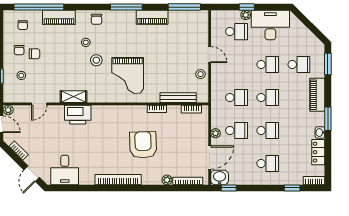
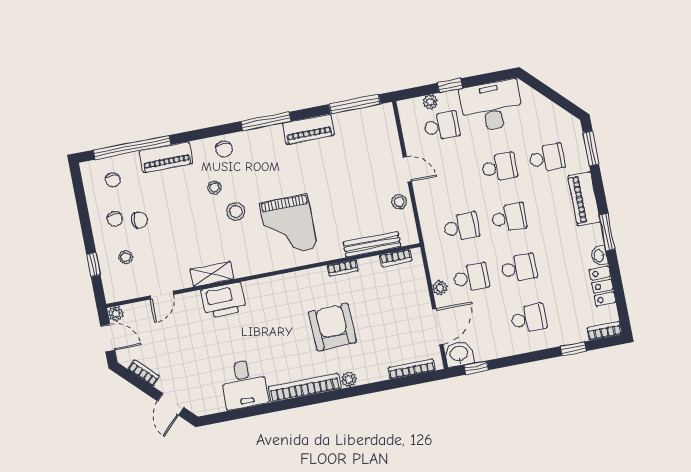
plant: (246, 15) -> (430, 102), moved
desk: (65, 170) -> (244, 384), moved
plant: (167, 180) -> (349, 379), moved

